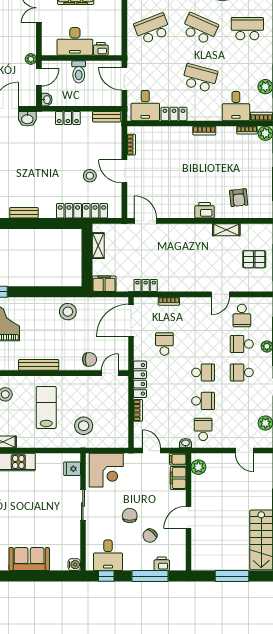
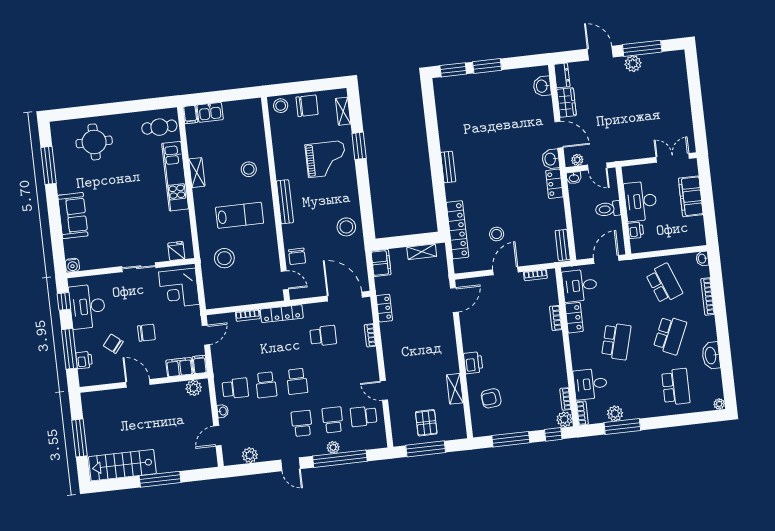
plant: (31, 59) -> (577, 160), moved
locker: (68, 118) -> (554, 184), moved
bookcase: (204, 131) -> (556, 318), moved
washbasin: (185, 443) -> (223, 411), moved
chair: (130, 516) -> (146, 333), moved
desk: (108, 555) -> (87, 306), width x1.37

